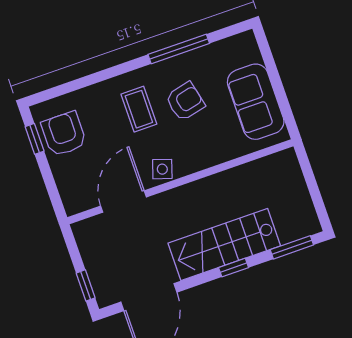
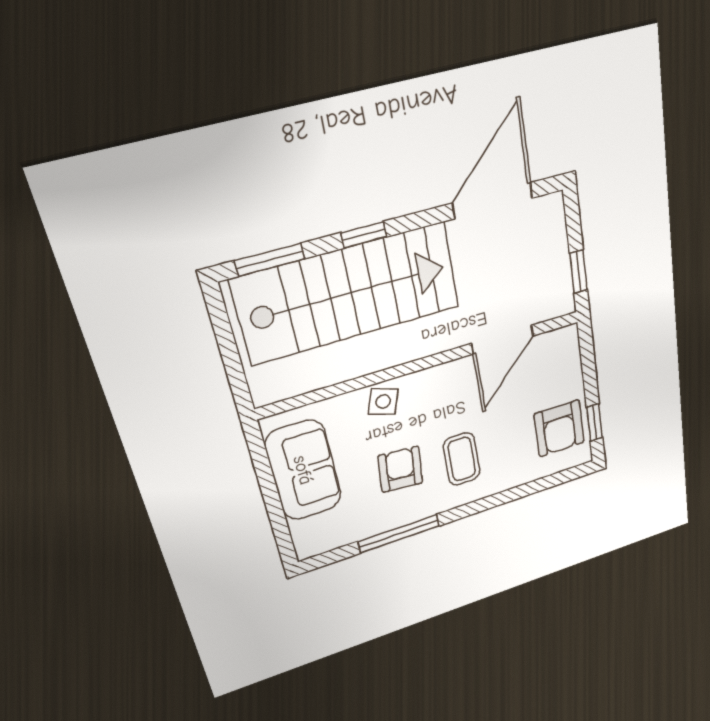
armchair: (185, 101) -> (400, 469), turned 108
side table: (162, 169) -> (383, 402), moved
stairs: (224, 244) -> (348, 293), width x1.36, depth x1.51
window: (86, 285) -> (578, 272), moved

